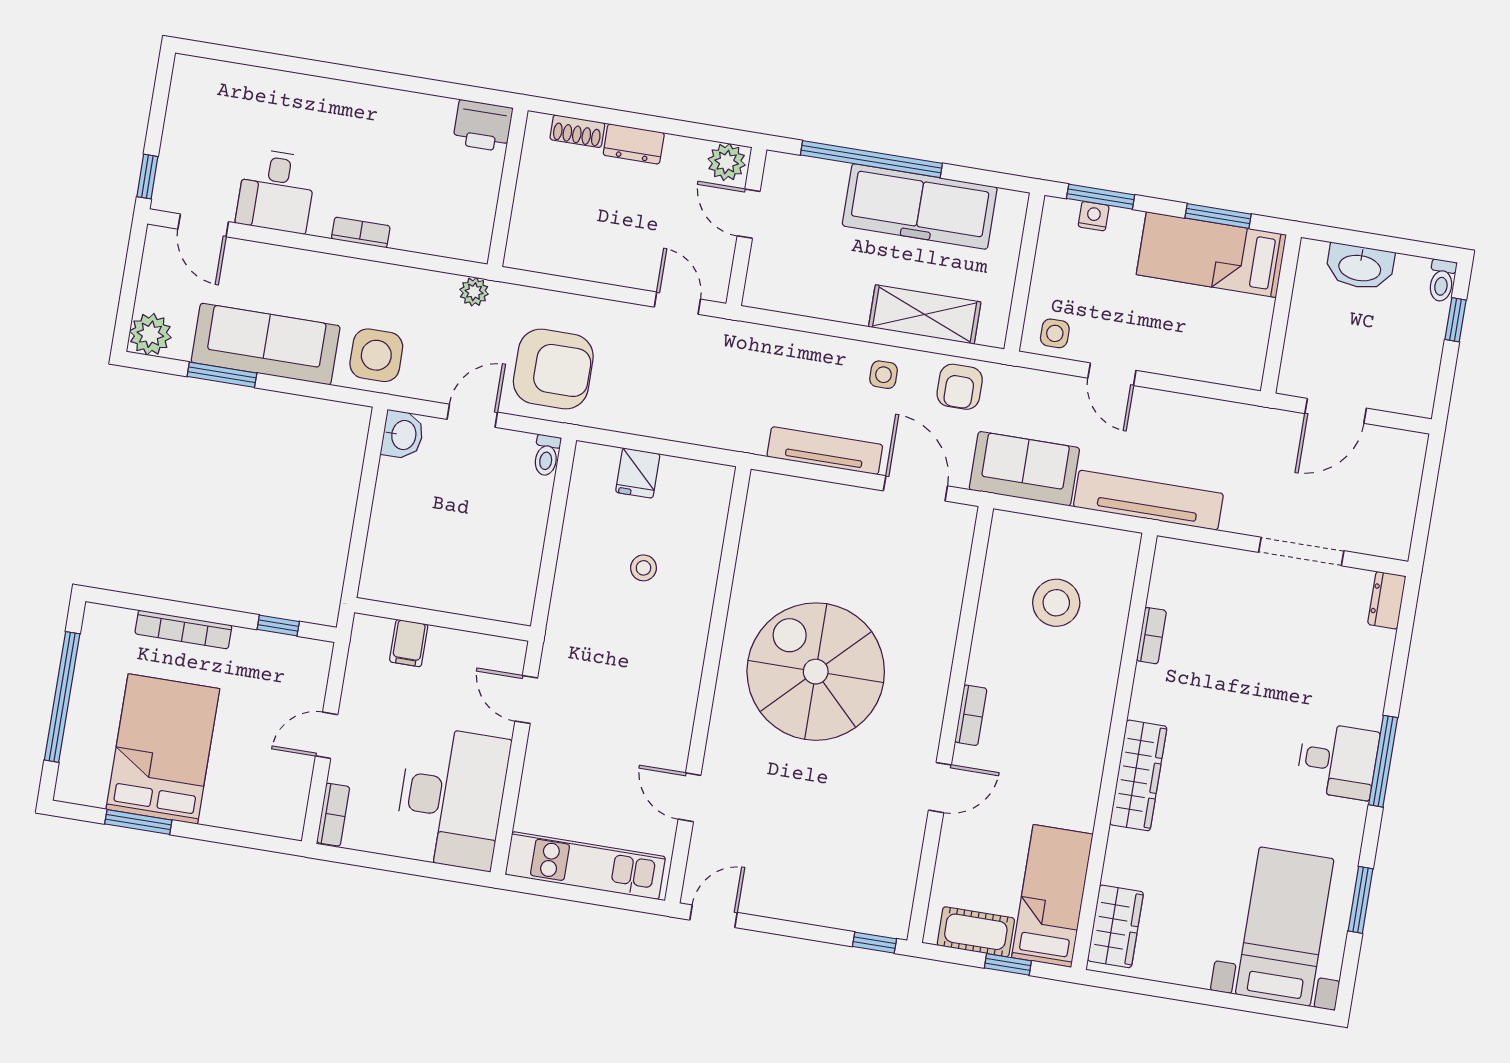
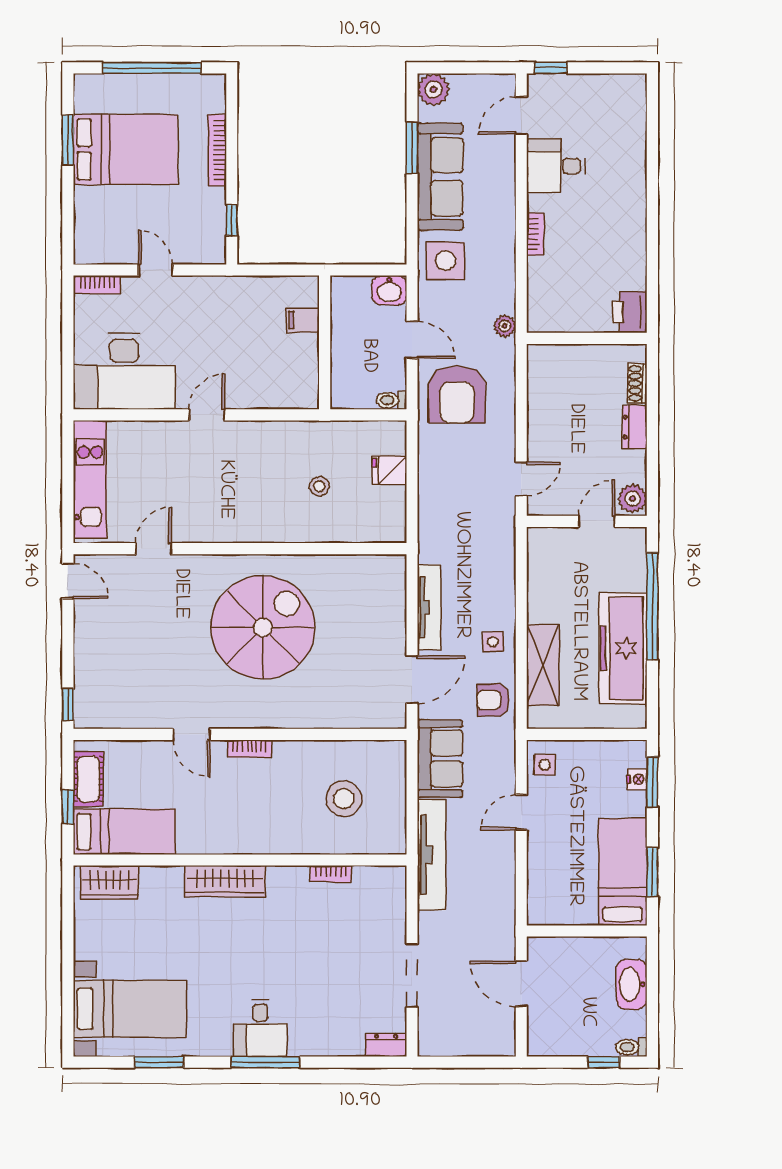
wall: (442, 619) -> (325, 342), moved
filing cabinet: (409, 643) -> (303, 320), moved

